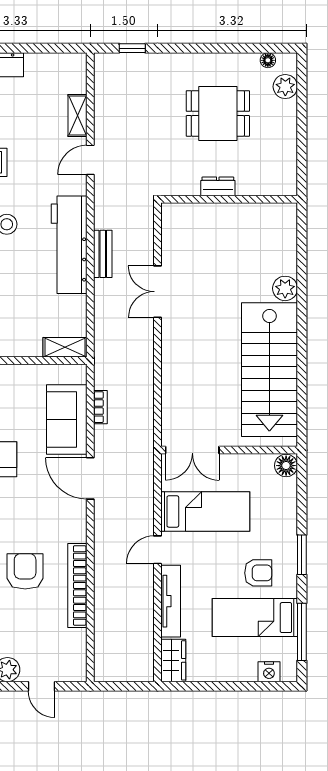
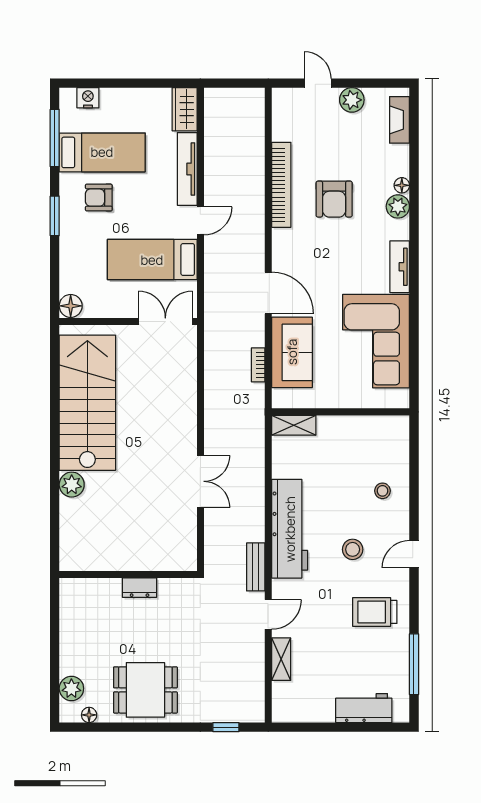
dining table: (218, 113) -> (145, 690), moved
bench: (103, 254) -> (256, 567), moved

